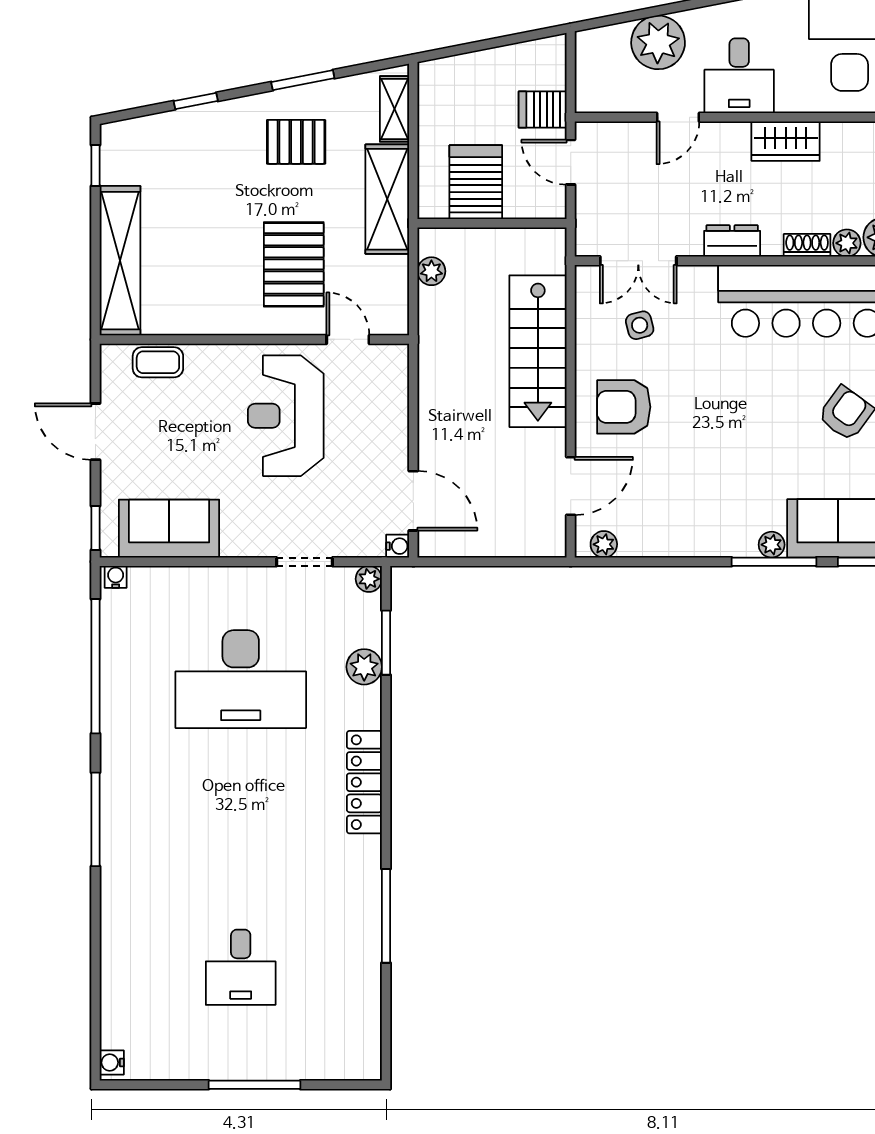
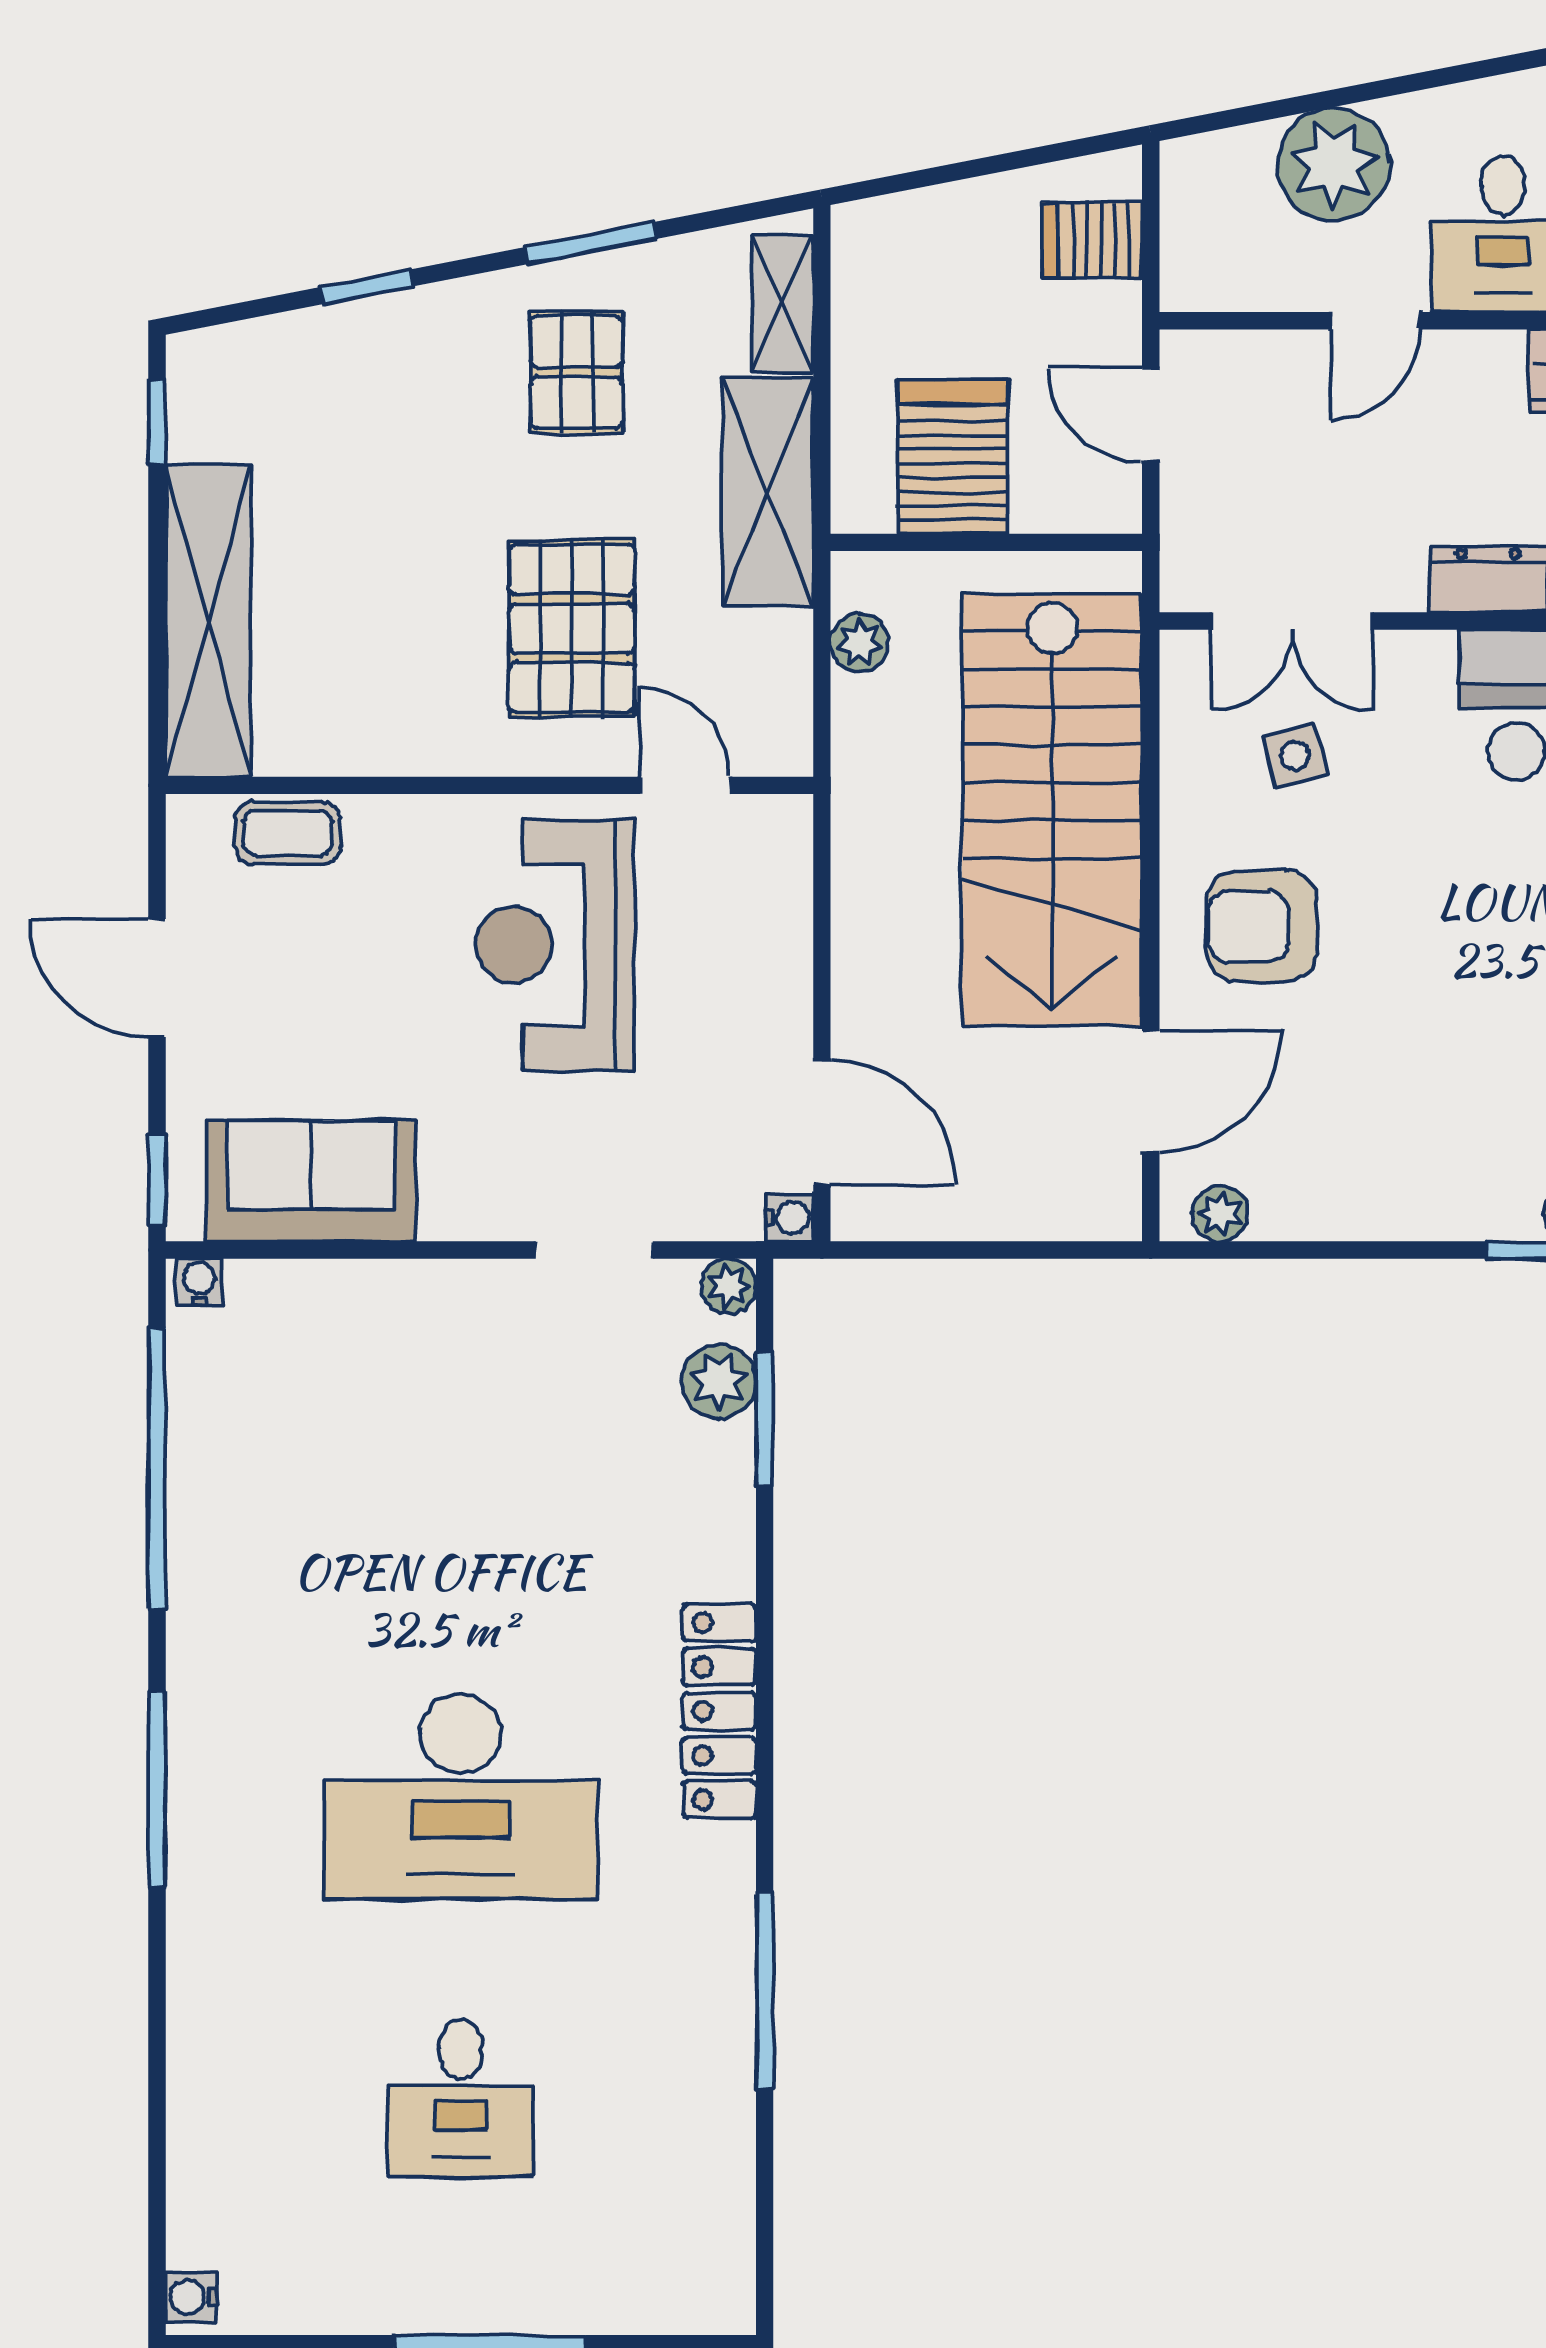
server rack: (543, 110) -> (1092, 240), moved
pallet: (296, 142) -> (577, 372), turned 90
stairs: (538, 351) -> (1052, 810), width x1.36, depth x1.51
plant: (364, 667) -> (719, 1381), moved
desk: (241, 679) -> (461, 1797), moved

